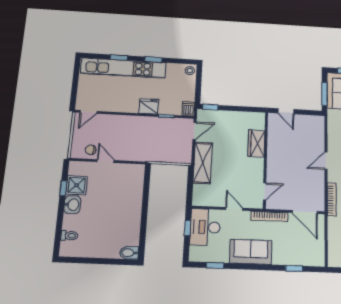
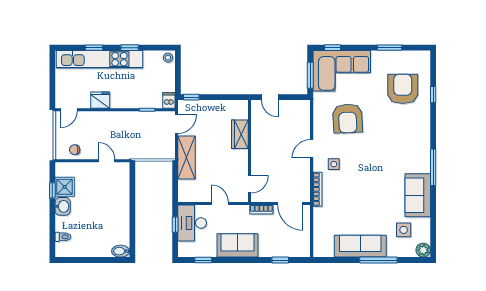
fridge: (149, 106) -> (100, 100), moved
door: (106, 161) -> (107, 161), moved
bookcase: (269, 216) -> (261, 209), width x0.64

